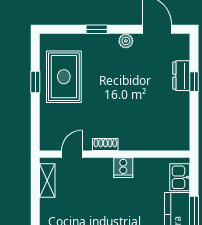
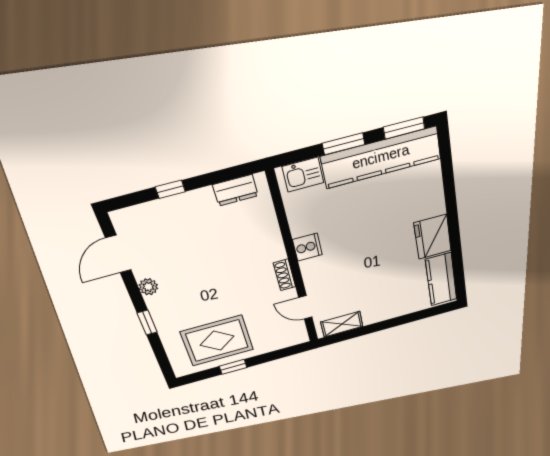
dresser: (181, 76) -> (235, 190), moved

